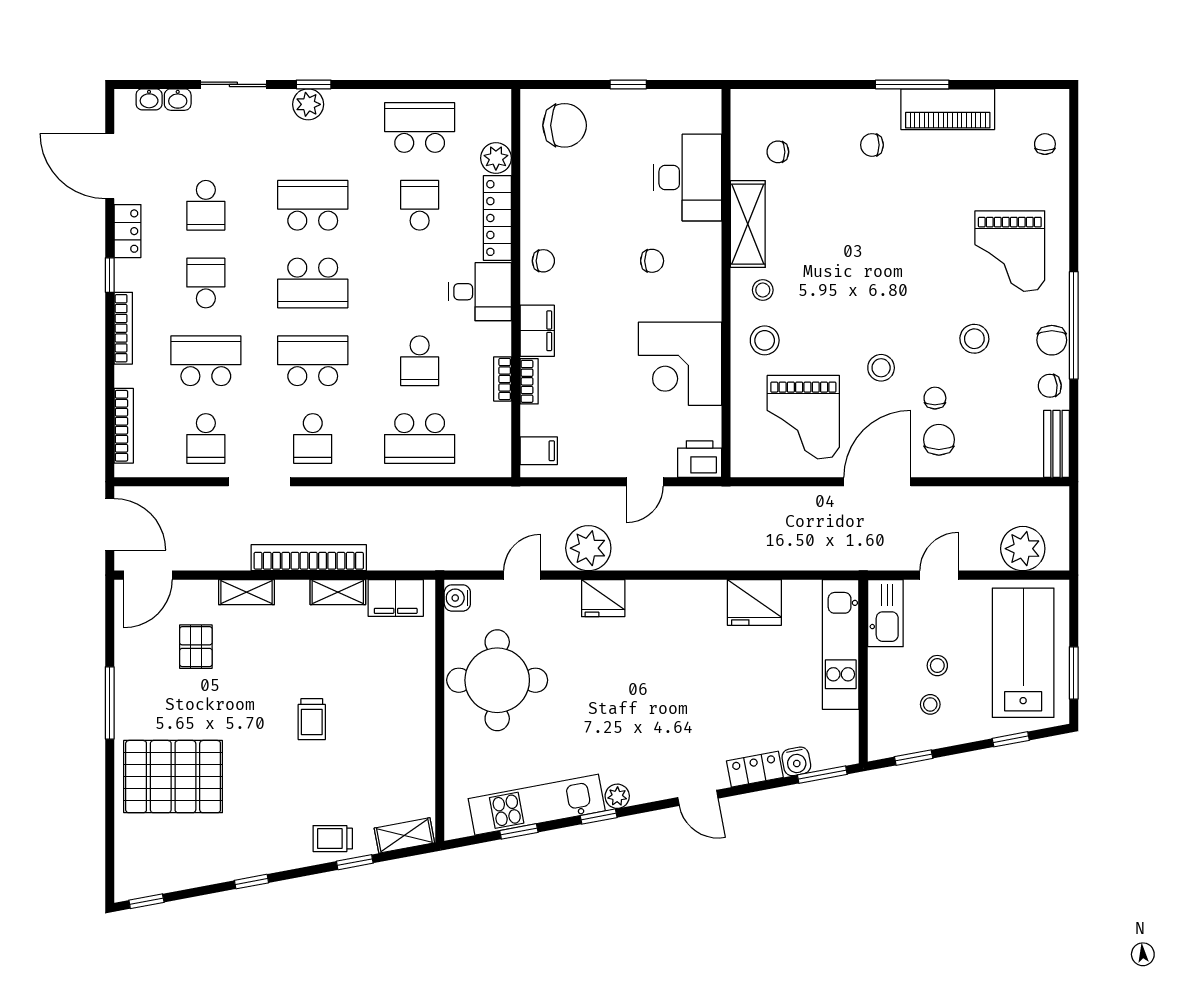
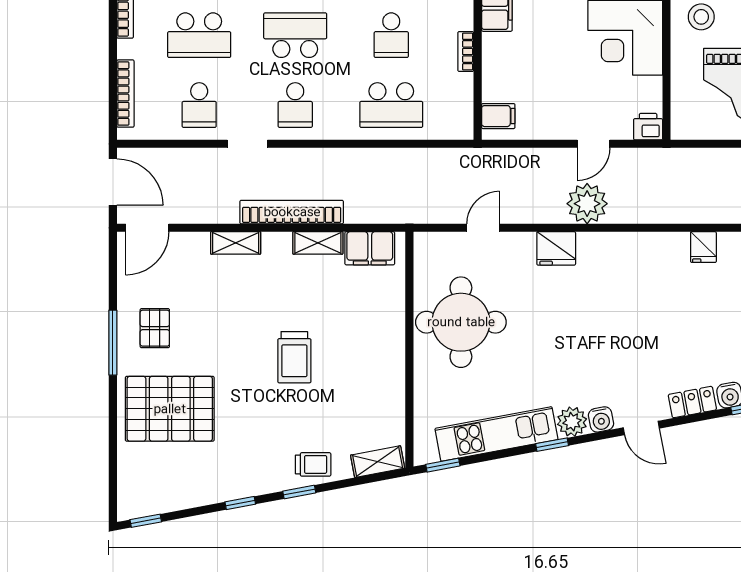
school desk: (206, 361) -> (199, 35), turned 180
bookcase: (529, 381) -> (490, 54), removed
printer: (700, 459) -> (648, 127), width x0.73, depth x0.81
doorway: (259, 482) -> (247, 144), width x0.73
plant: (588, 548) -> (587, 204), moved
water cooler: (457, 598) -> (601, 419), moved, turned -101
fridge: (754, 602) -> (703, 247), width x0.53, depth x0.75
pallet: (196, 647) -> (155, 328), moved
trolley: (312, 719) -> (294, 357), width x1.36, depth x1.39
plant: (617, 796) -> (572, 422), width x1.38, depth x1.38
window: (519, 831) -> (443, 465), moved
trolley: (333, 839) -> (313, 464), turned 180
window: (355, 862) -> (299, 492), moved

